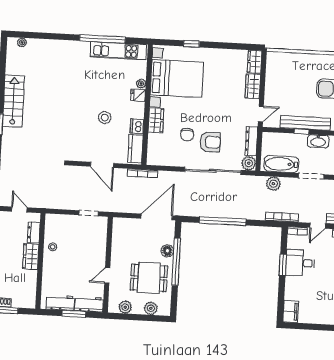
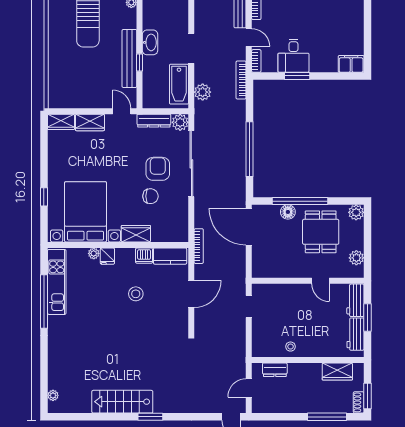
wardrobe: (31, 257) -> (337, 372), moved
plant: (151, 308) -> (356, 212), moved

